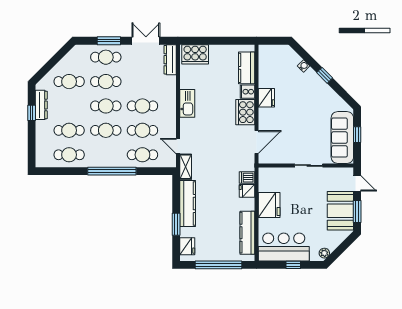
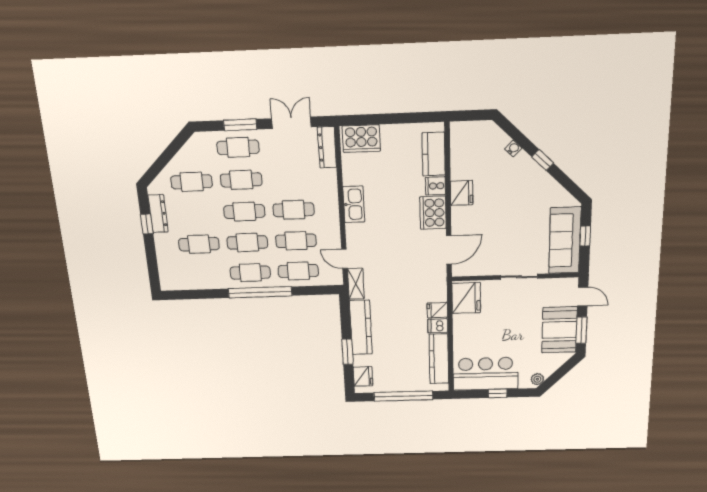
cafe table: (69, 155) -> (250, 273), moved
dishwasher: (247, 178) -> (438, 326), moved
fridge: (269, 205) -> (466, 298), moved

